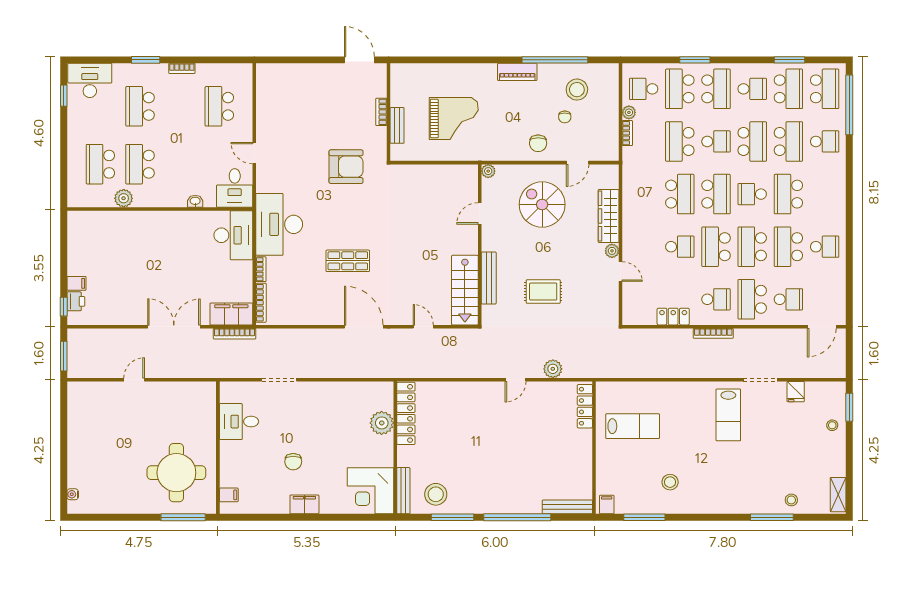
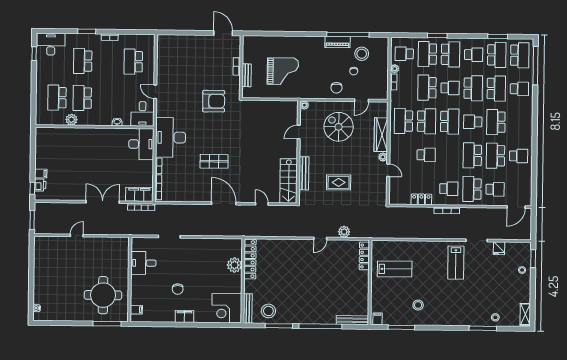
piano: (517, 72) -> (338, 42), moved
school desk: (716, 247) -> (403, 121), moved

